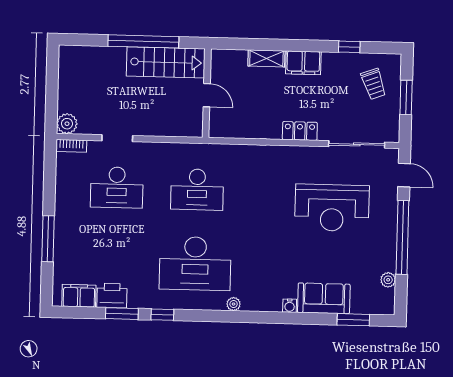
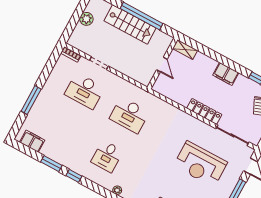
shelving: (266, 58) -> (185, 49), moved
stairs: (166, 62) -> (130, 24), moved
plant: (67, 124) -> (86, 19), moved
locker: (300, 131) -> (204, 111), width x1.53
desk: (195, 263) -> (107, 156), width x0.53, depth x0.77
printer: (112, 296) -> (51, 151), removed

